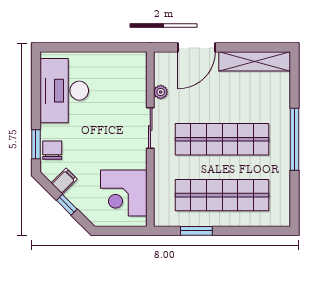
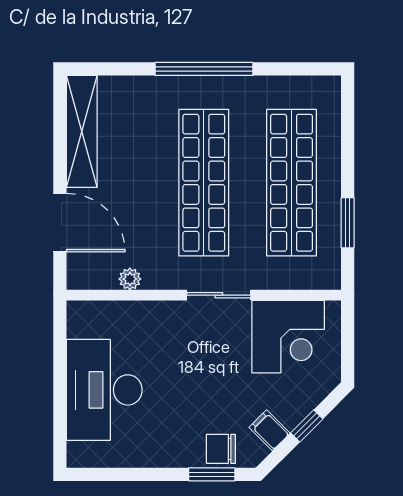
desk: (64, 91) -> (104, 390), moved, turned 90
sliding door: (150, 128) -> (219, 295), moved

